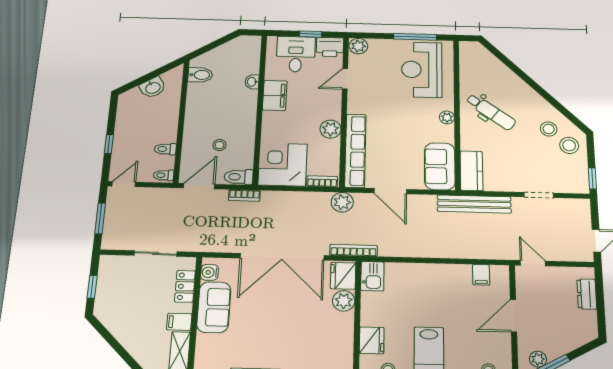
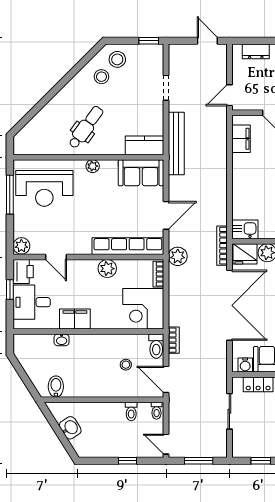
filing cabinet: (481, 275) -> (241, 139), width x2.00

